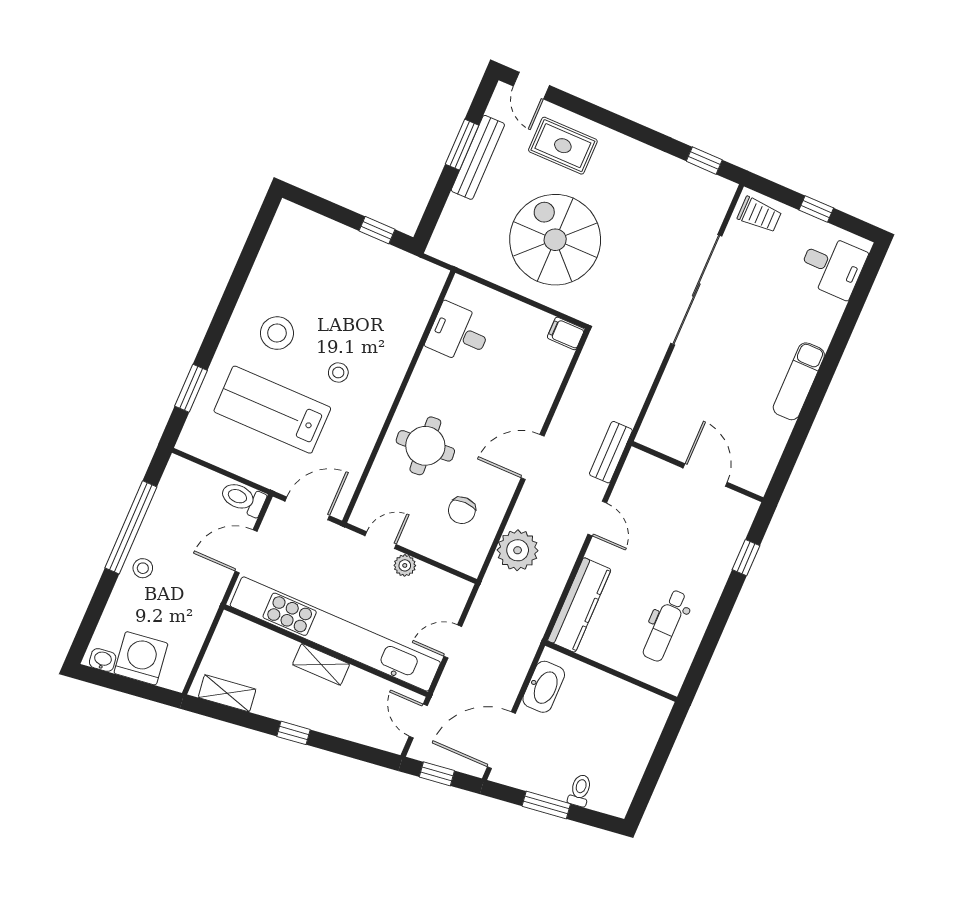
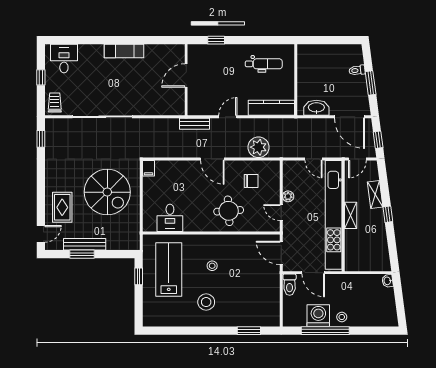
spiral stairs: (555, 240) -> (107, 192), turned -90
lab bench: (272, 410) -> (169, 270), moved, turned 180
washing machine: (141, 658) -> (318, 316), moved, turned 97
washbasin: (103, 660) -> (388, 281), moved
shelving: (227, 693) -> (375, 194), moved

